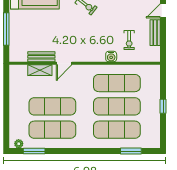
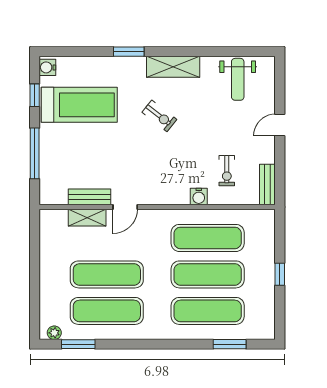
bench: (155, 33) -> (267, 185), moved

